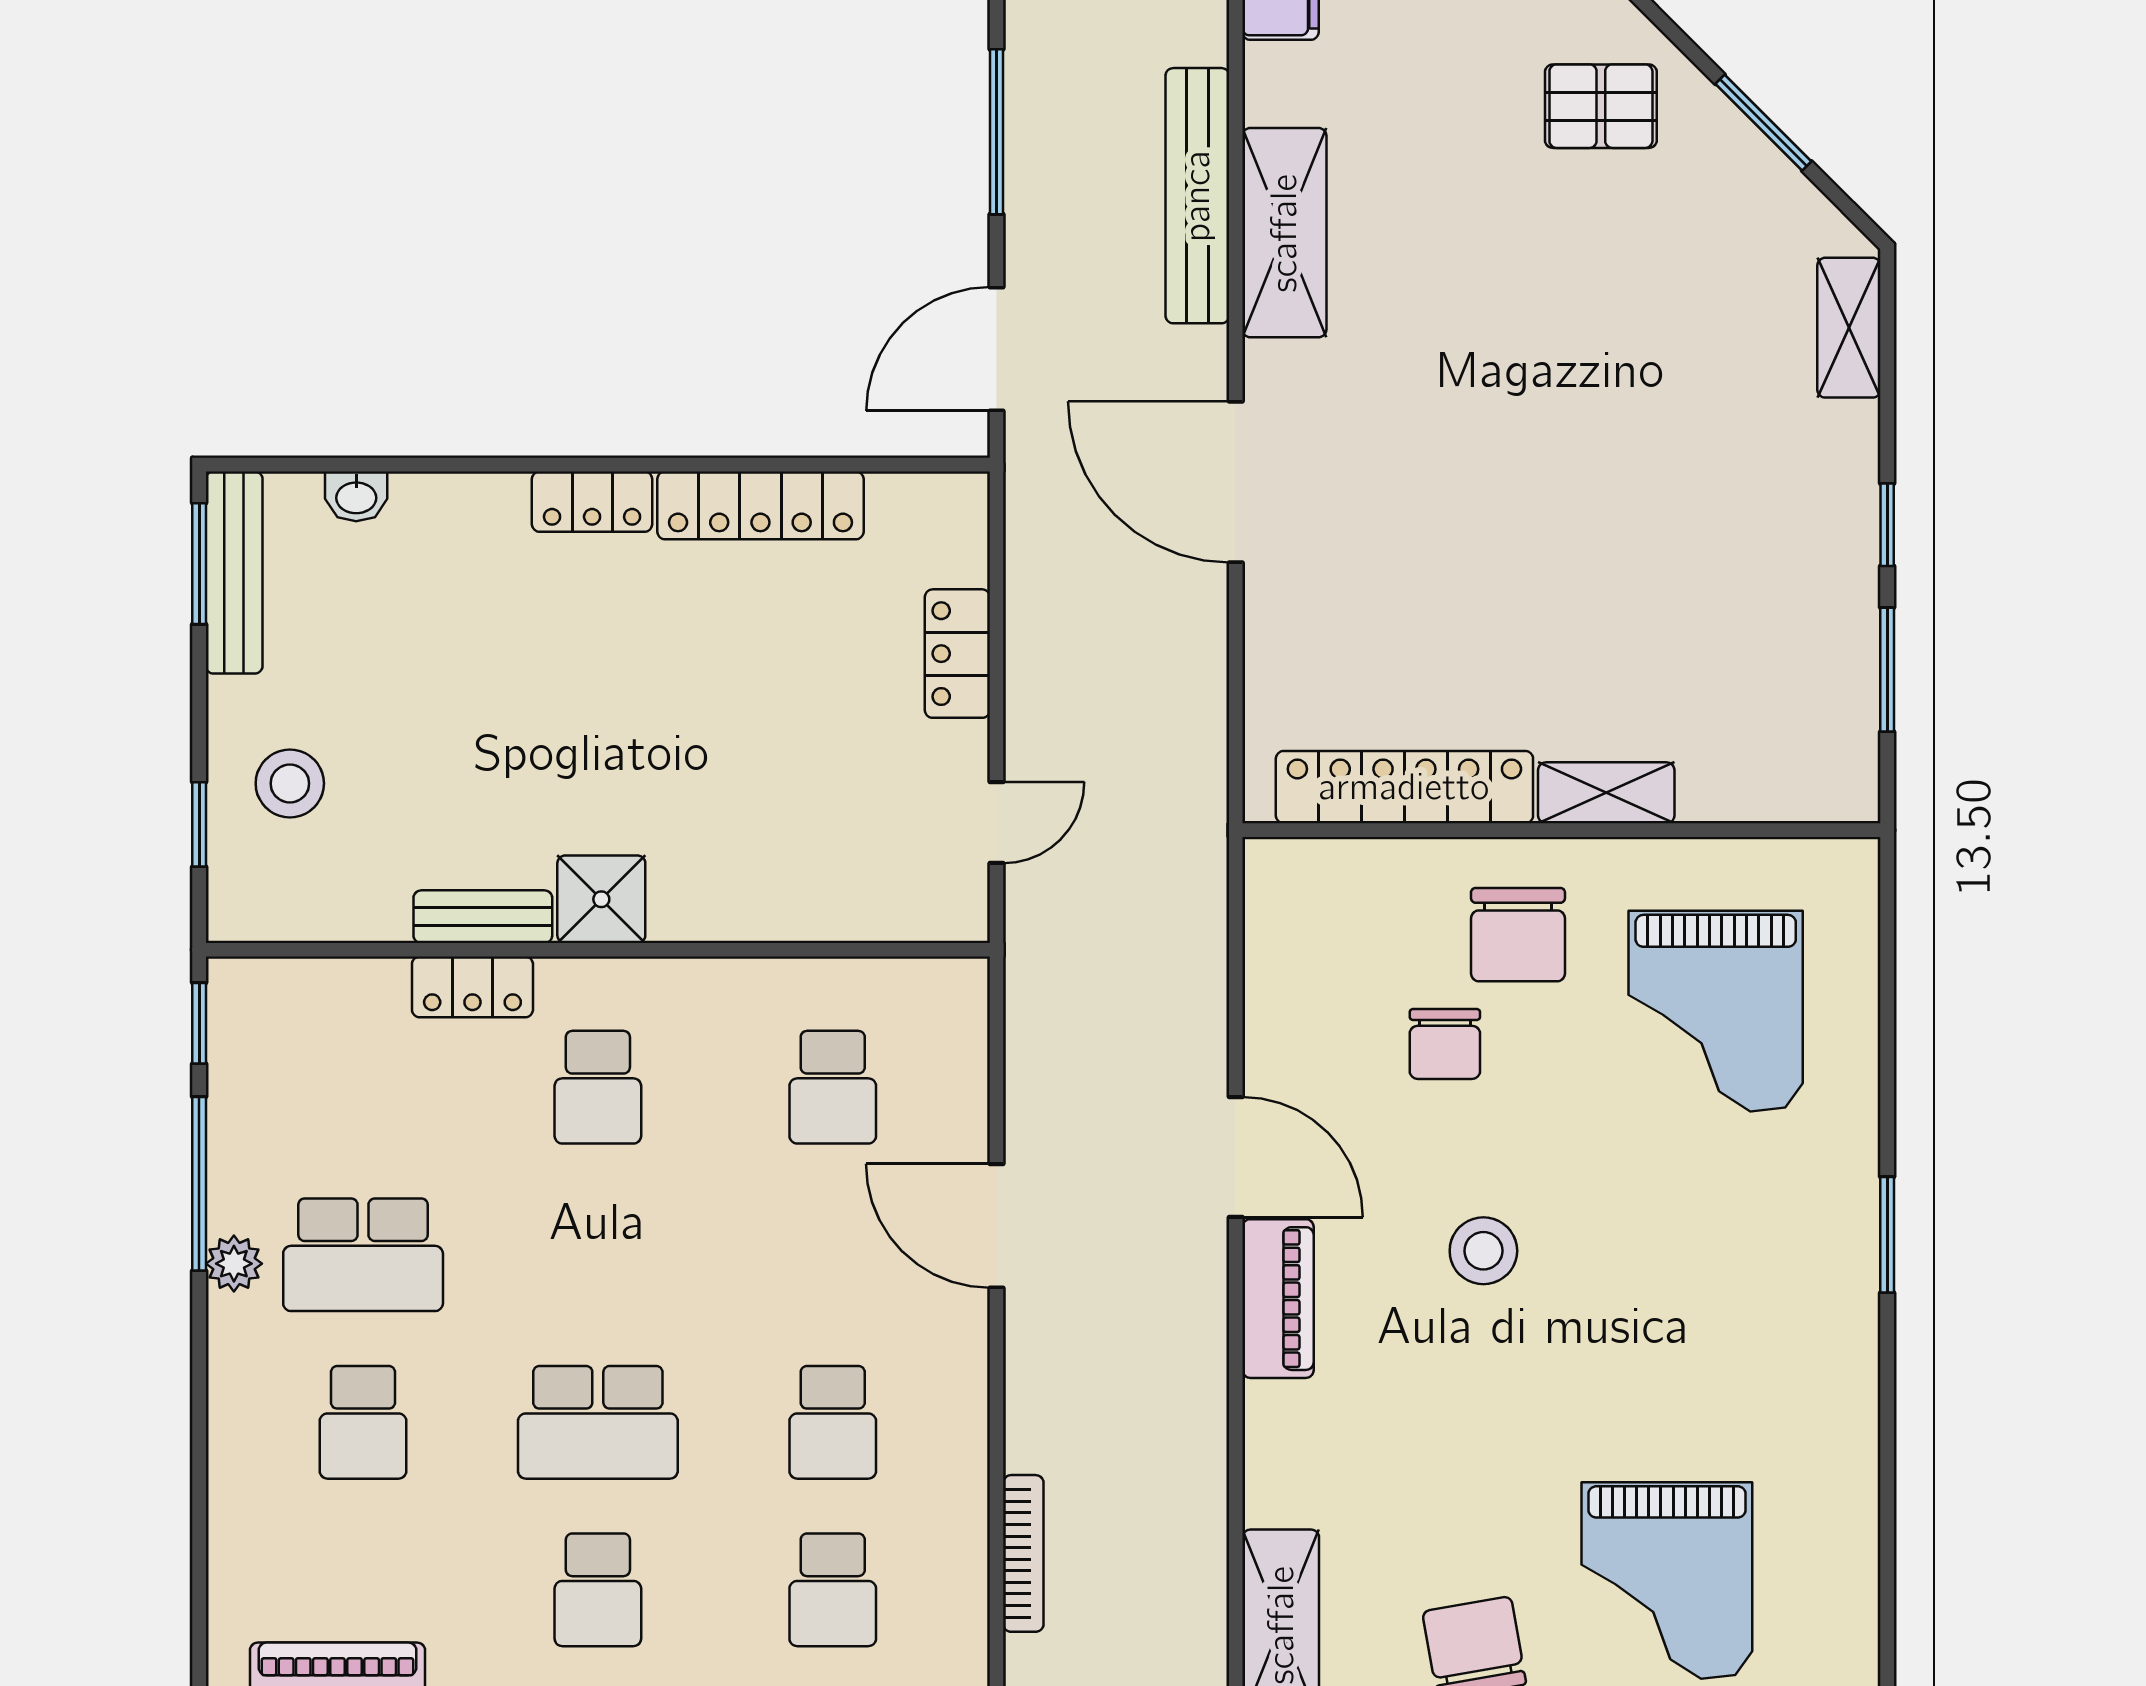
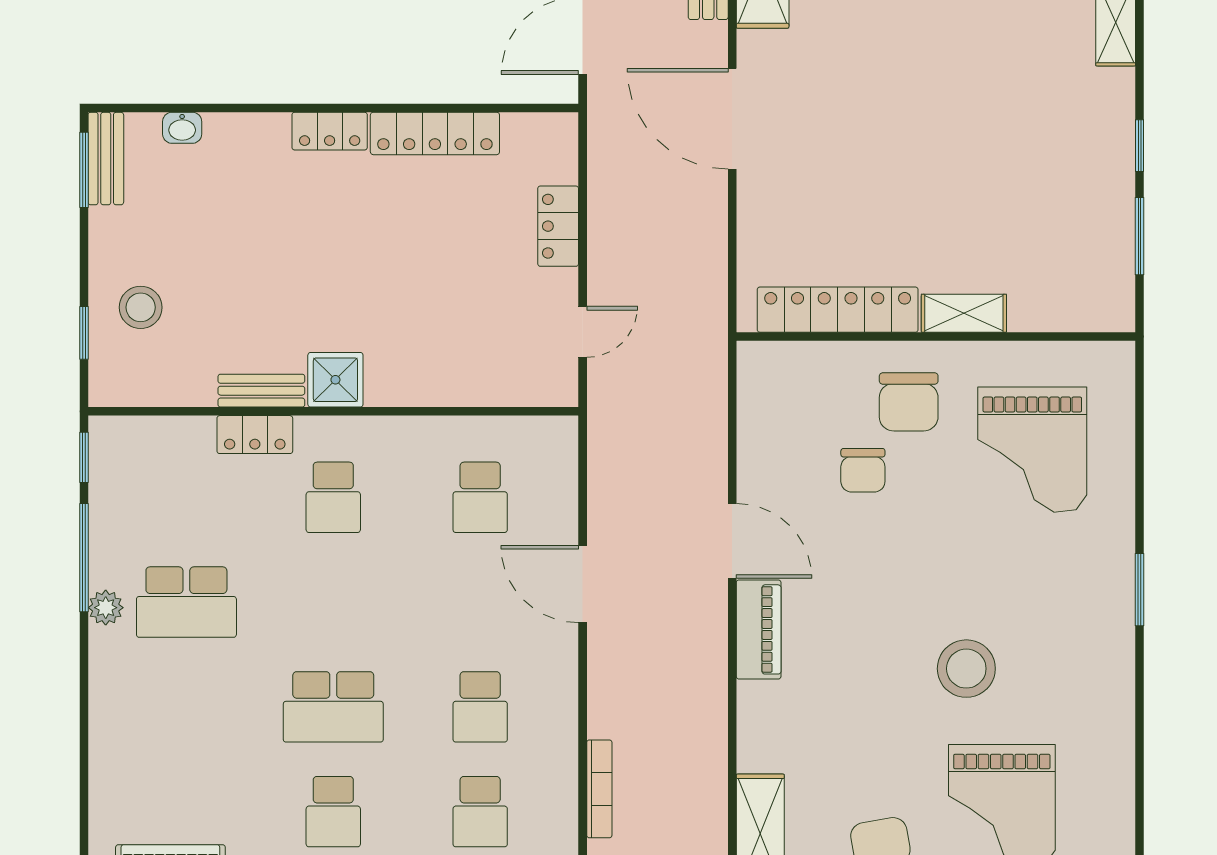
bench: (234, 572) -> (106, 159), width x0.73
stool: (1483, 1251) -> (966, 669), moved, width x1.38, depth x1.38
school desk: (363, 1422) -> (186, 707), removed

